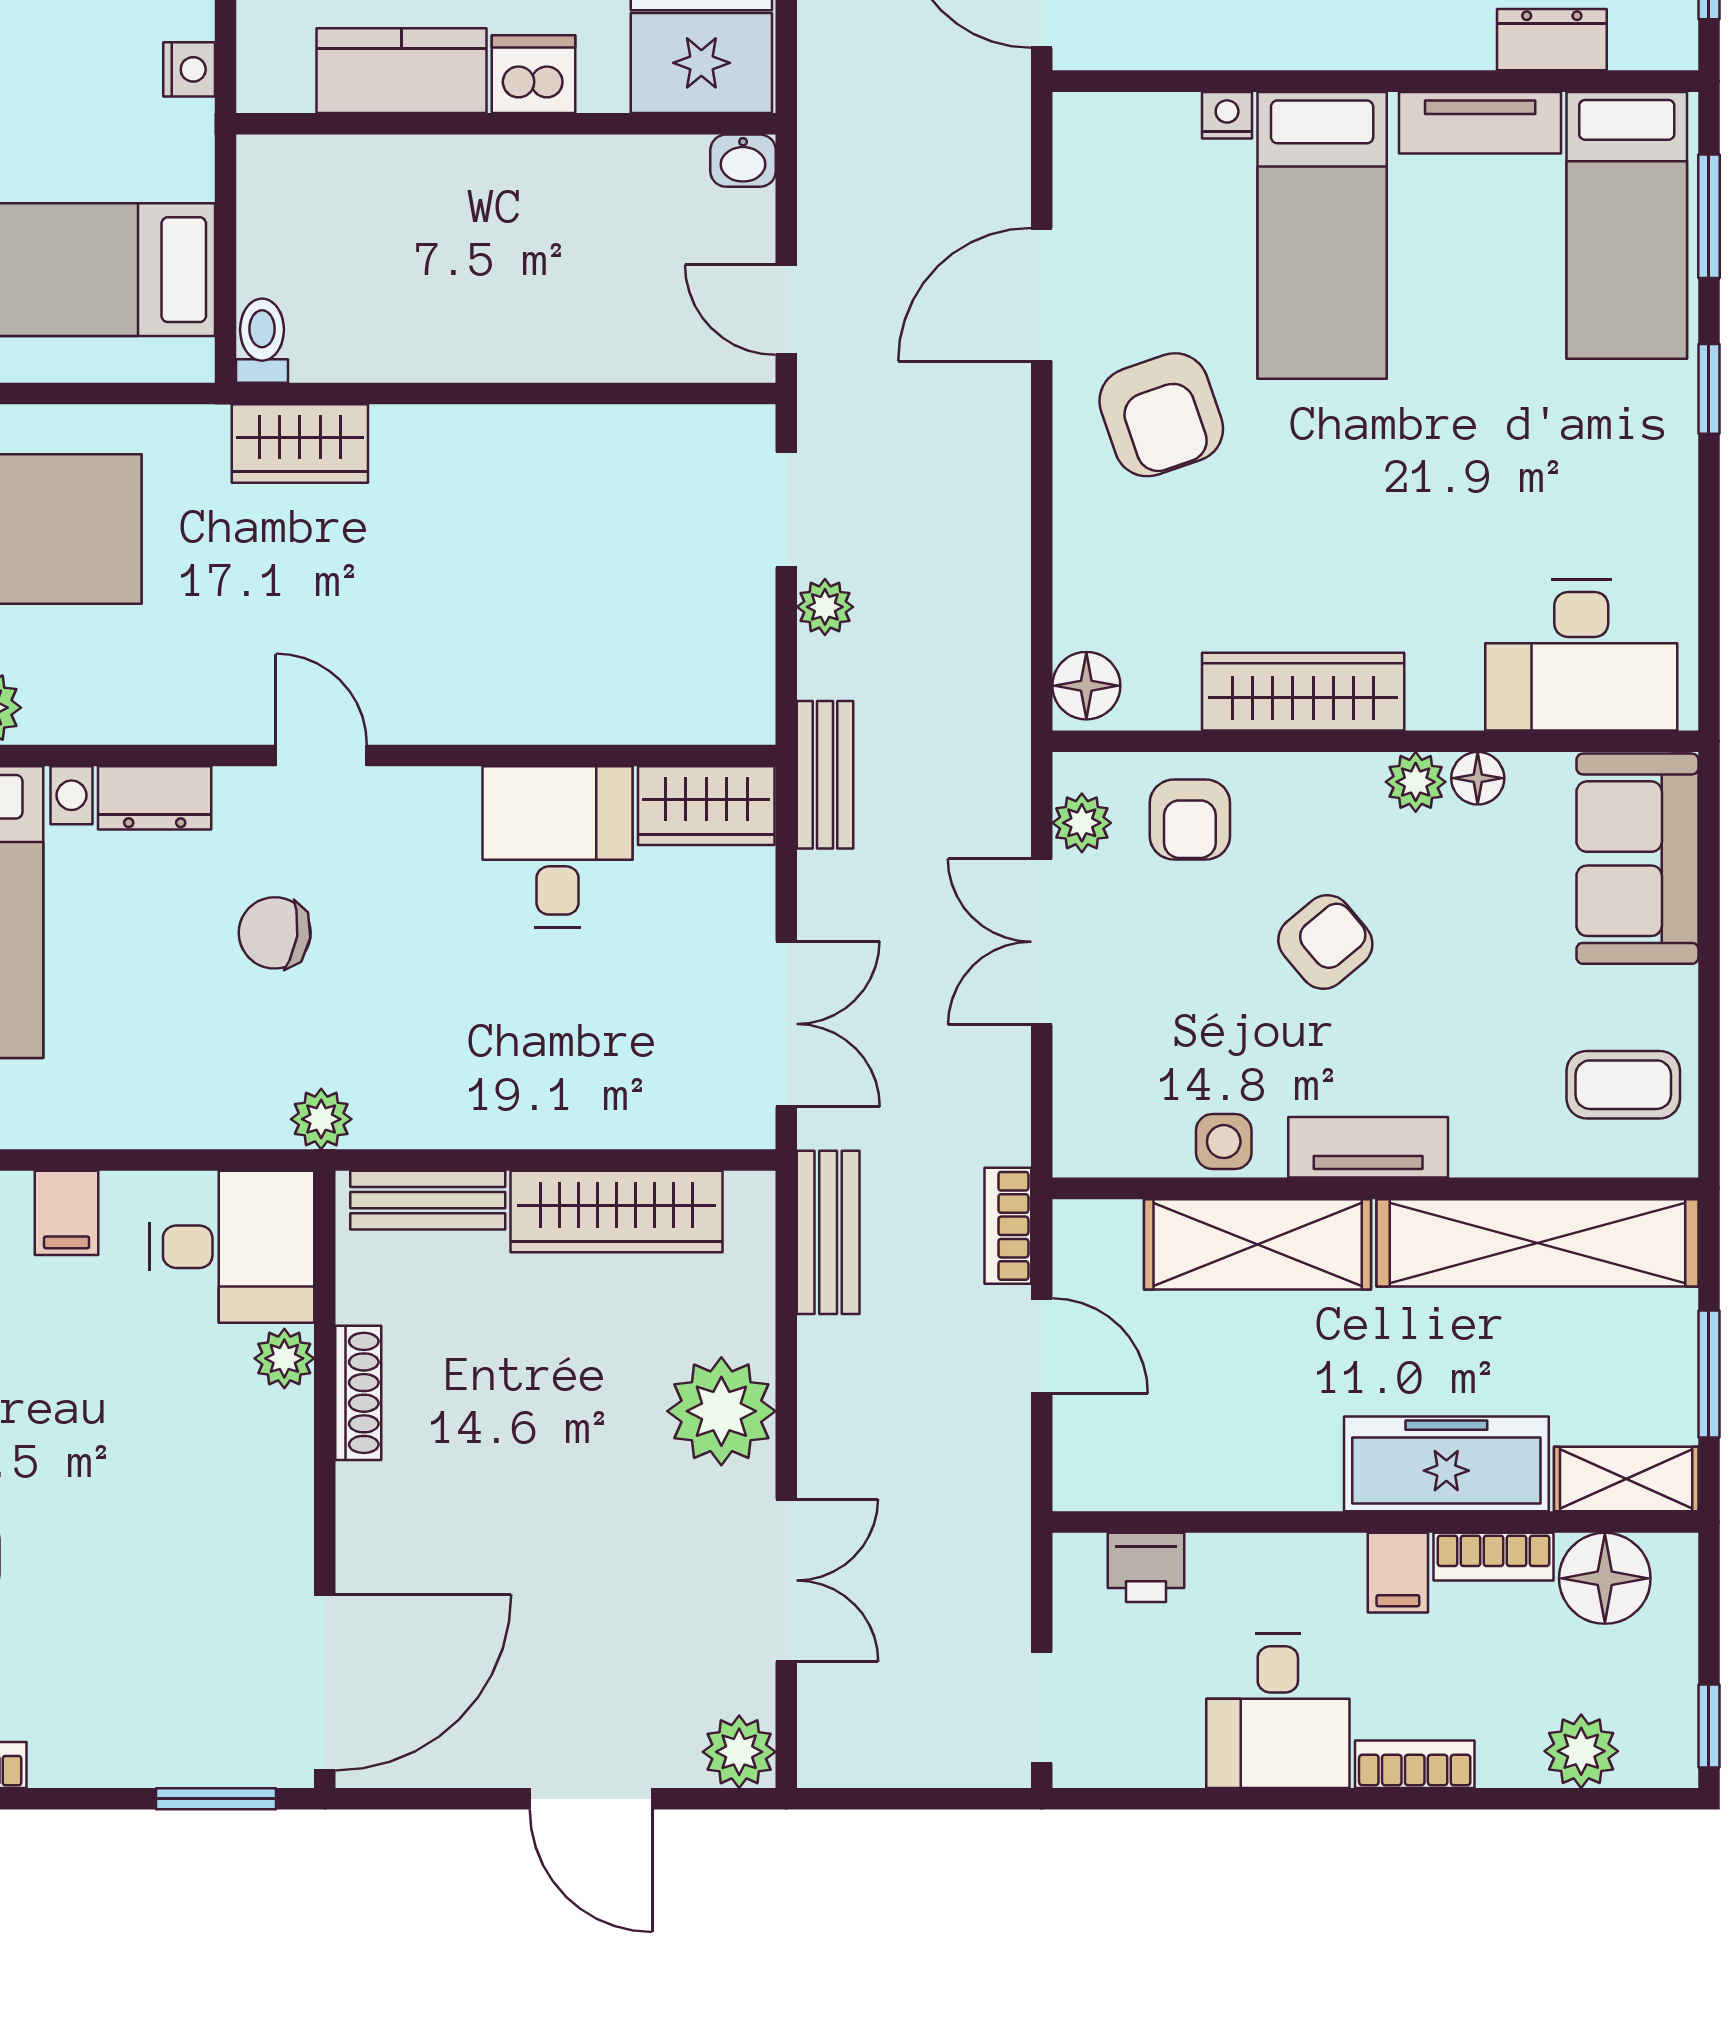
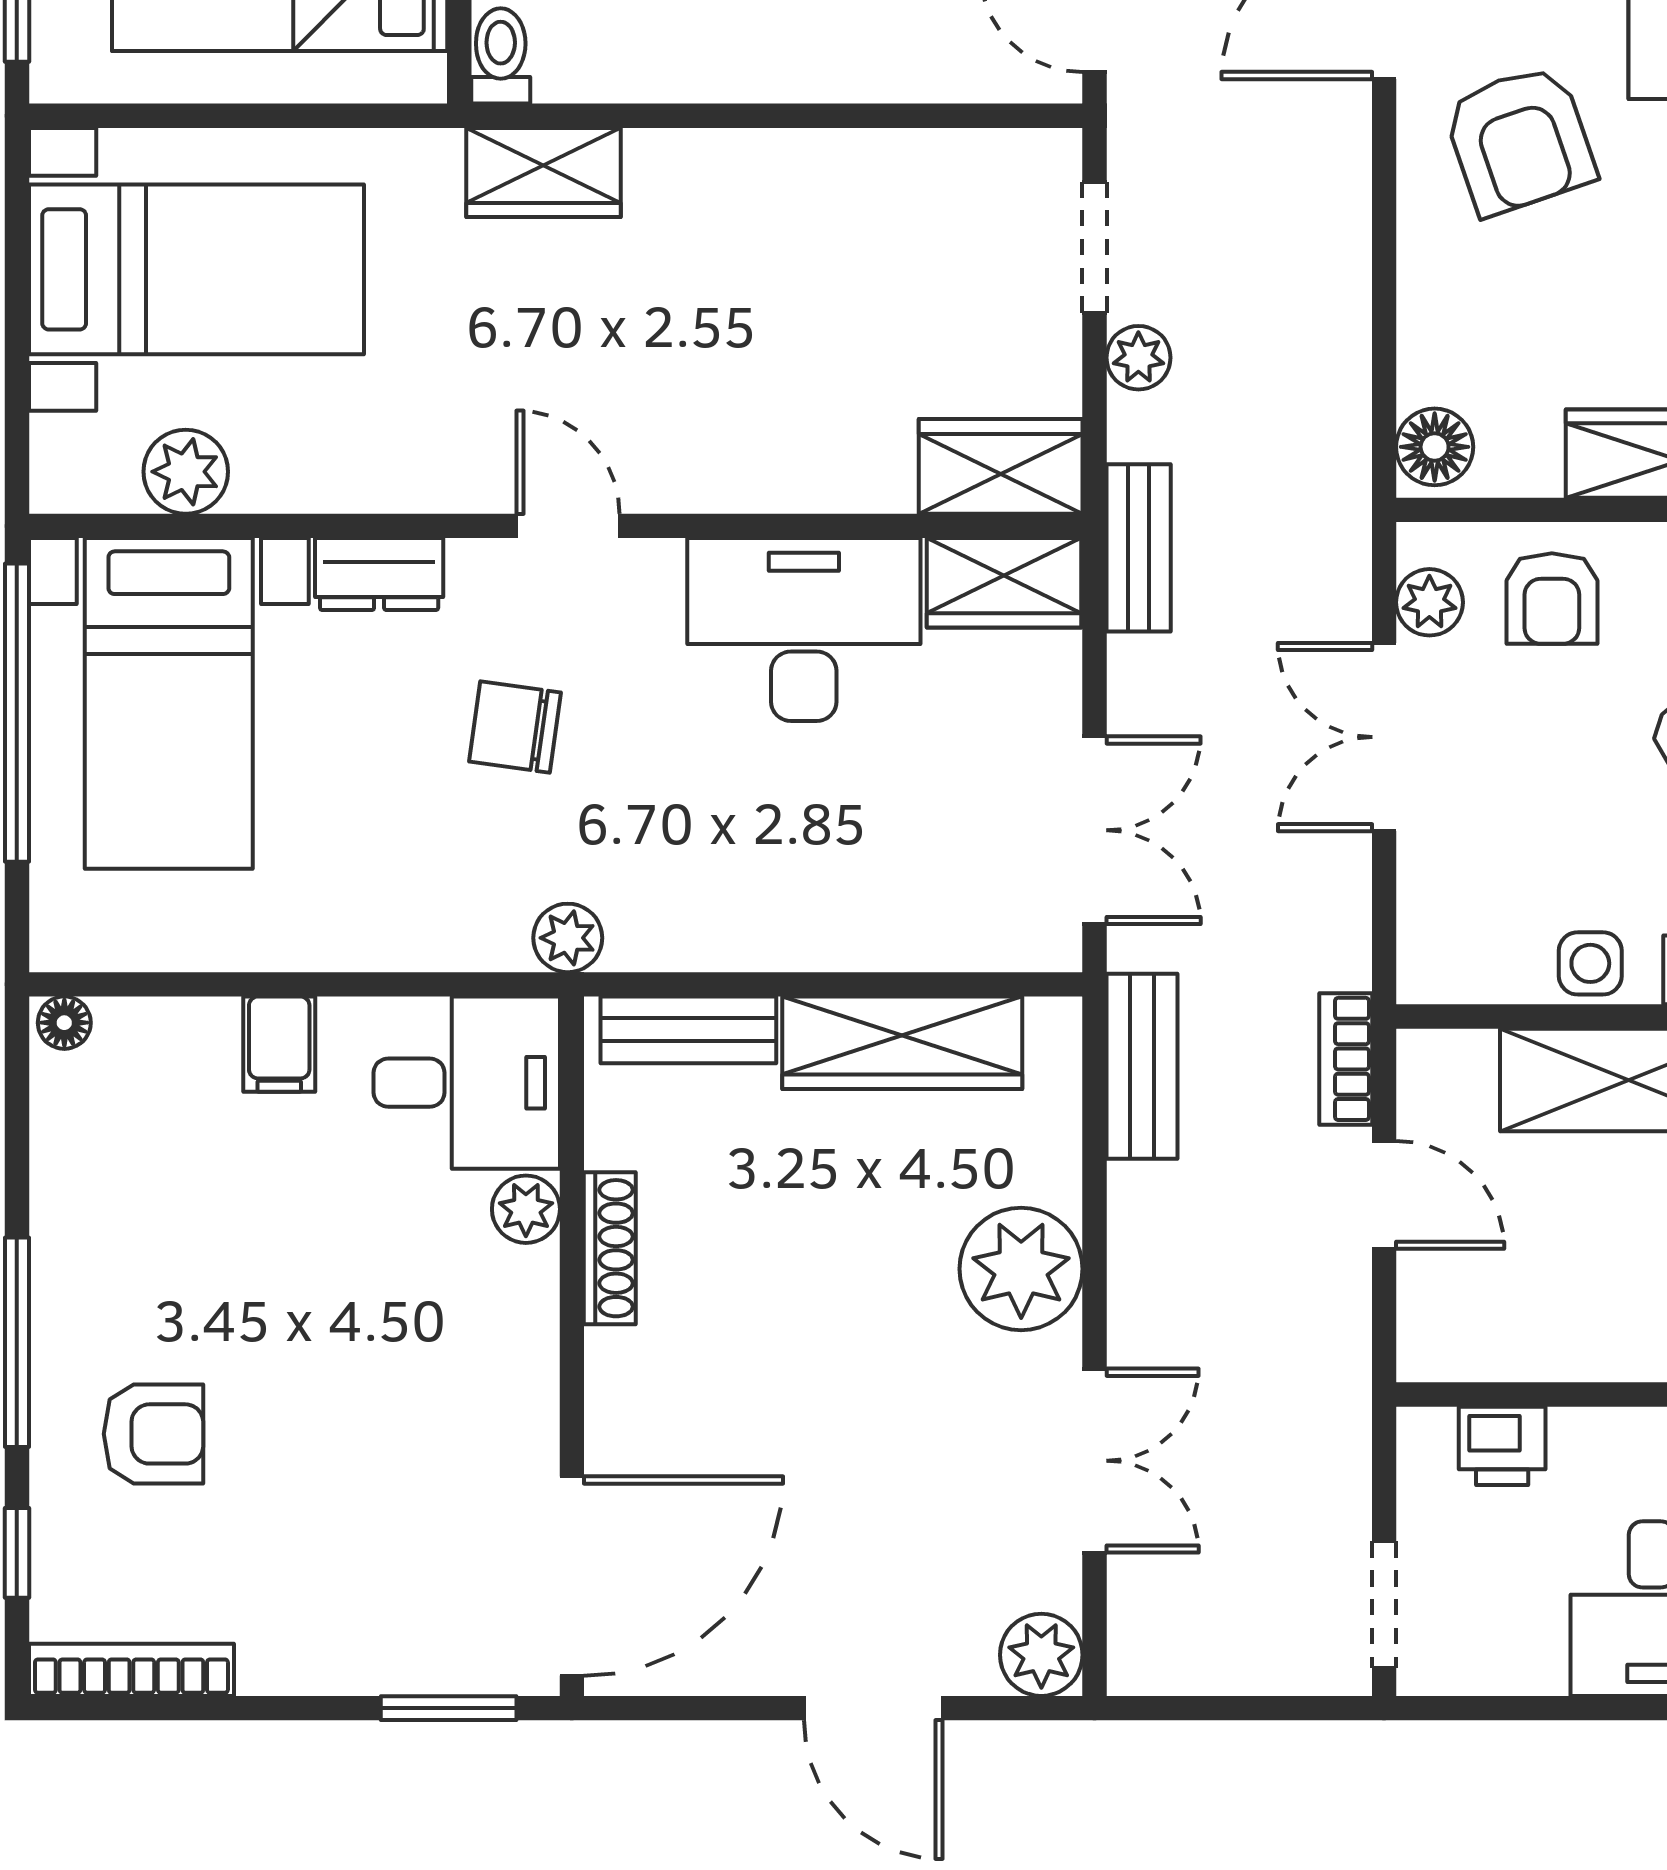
wardrobe: (703, 703) -> (1001, 466), added
desk: (557, 847) -> (804, 630), width x1.37

